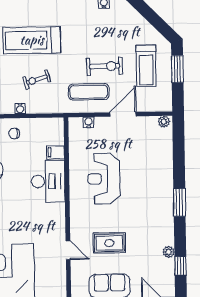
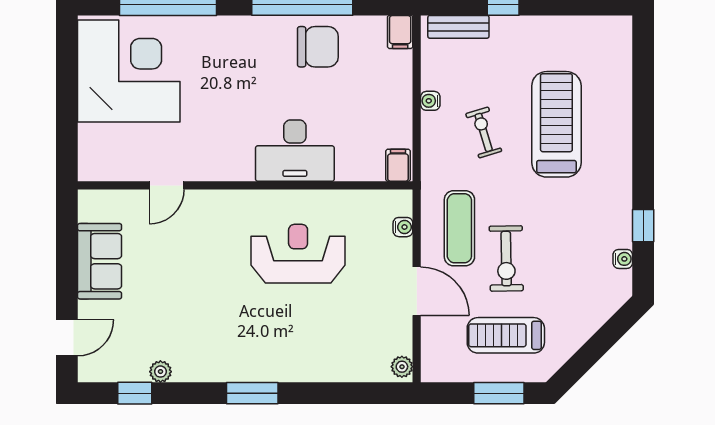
chair: (14, 134) -> (384, 89), removed
filing cabinet: (56, 152) -> (398, 165), moved
rug: (109, 243) -> (179, 262), removed

